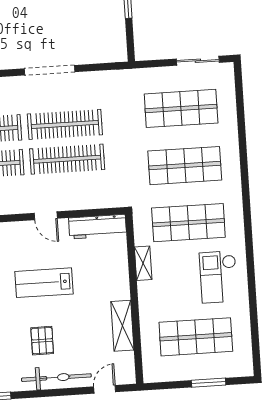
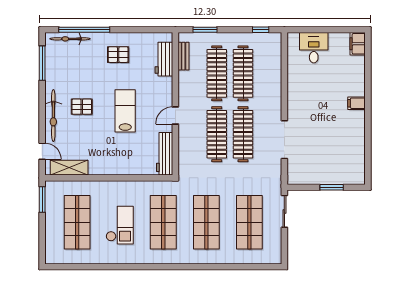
sliding door: (198, 61) -> (284, 211), moved
doorway: (50, 70) -> (284, 140), moved
shelving: (143, 263) -> (135, 186), removed
checkout: (218, 277) -> (120, 225), moved, turned 90
shelving: (122, 326) -> (69, 168), moved
window: (209, 383) -> (42, 200), moved

